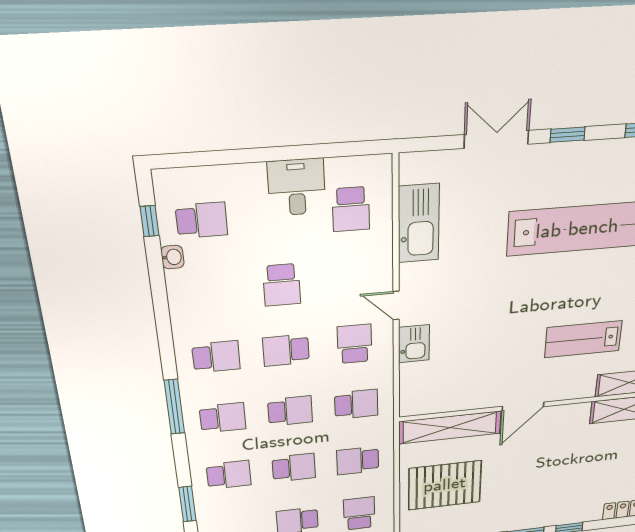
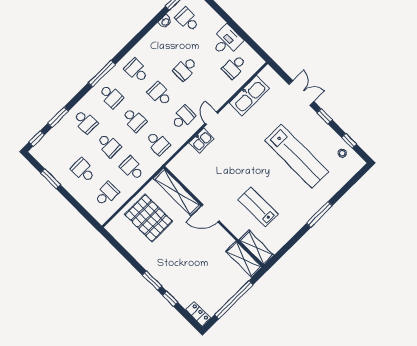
school desk: (202, 220) -> (187, 20), turned 180
school desk: (216, 357) -> (136, 71), turned 180

